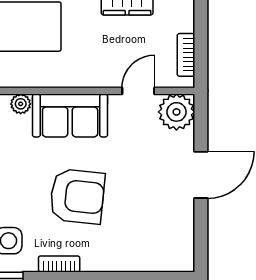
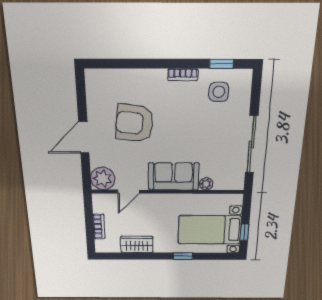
bookcase: (186, 55) -> (99, 226), moved
armchair: (77, 196) -> (135, 123), moved

